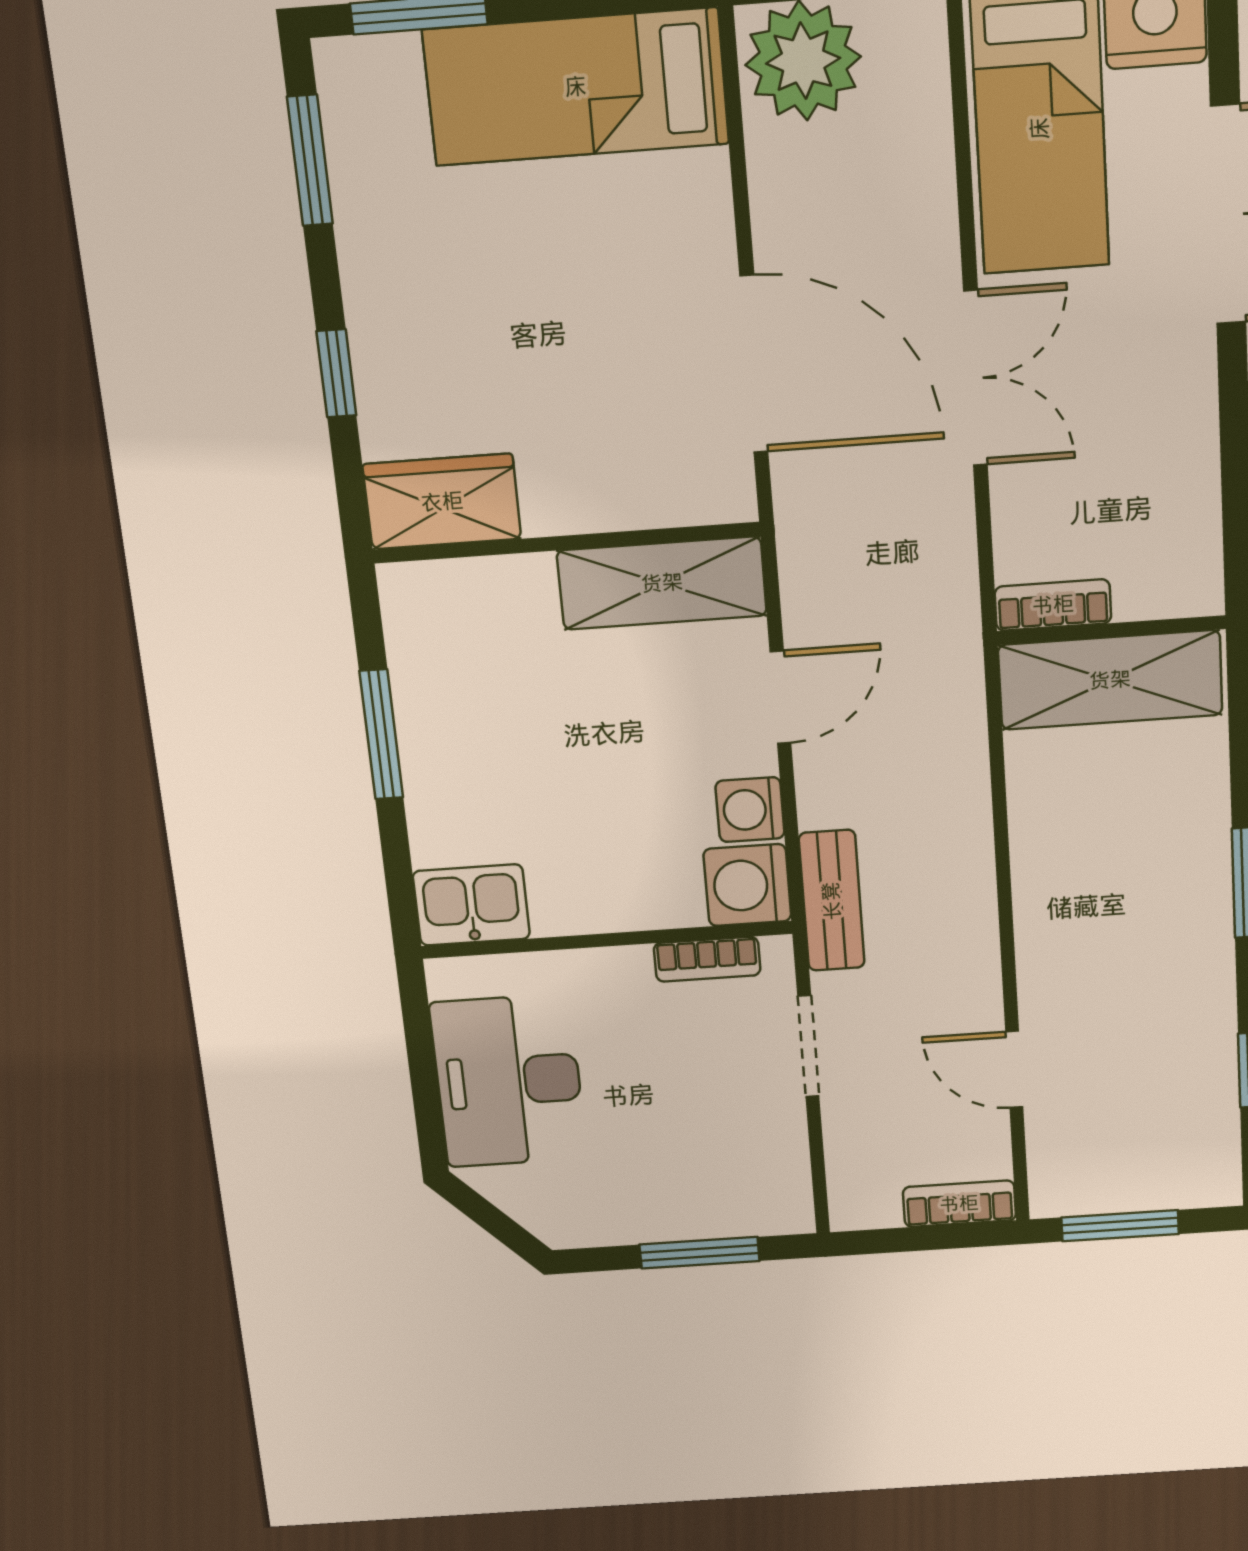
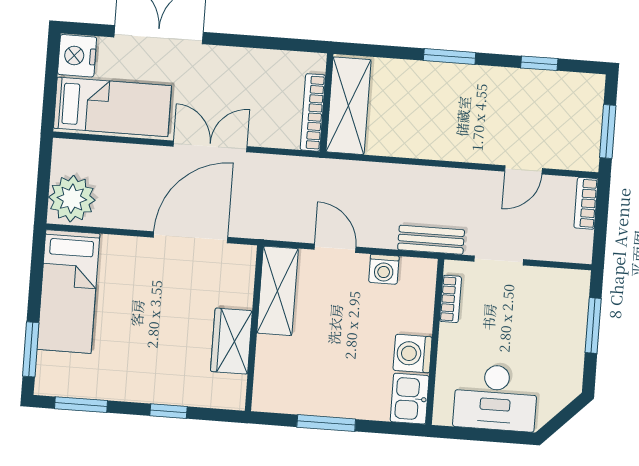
wardrobe: (442, 502) -> (231, 341), moved
bookcase: (1053, 605) -> (313, 112), width x1.56
washing machine: (747, 885) -> (413, 354), moved, turned 90

